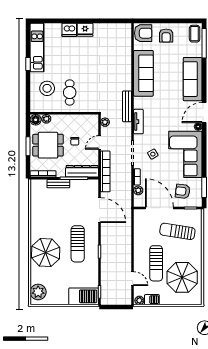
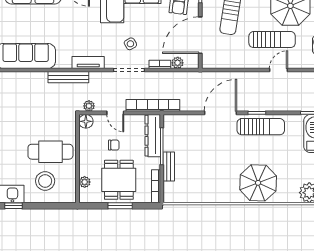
cafe table: (70, 92) -> (50, 152), width x1.37, depth x1.35
floor lamp: (36, 120) -> (86, 121), moved
door: (100, 210) -> (220, 113), moved
sun lounger: (78, 244) -> (261, 127), moved
door: (133, 279) -> (279, 70), moved

